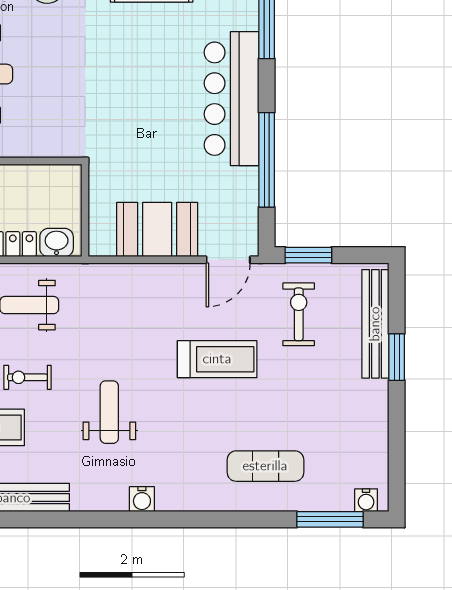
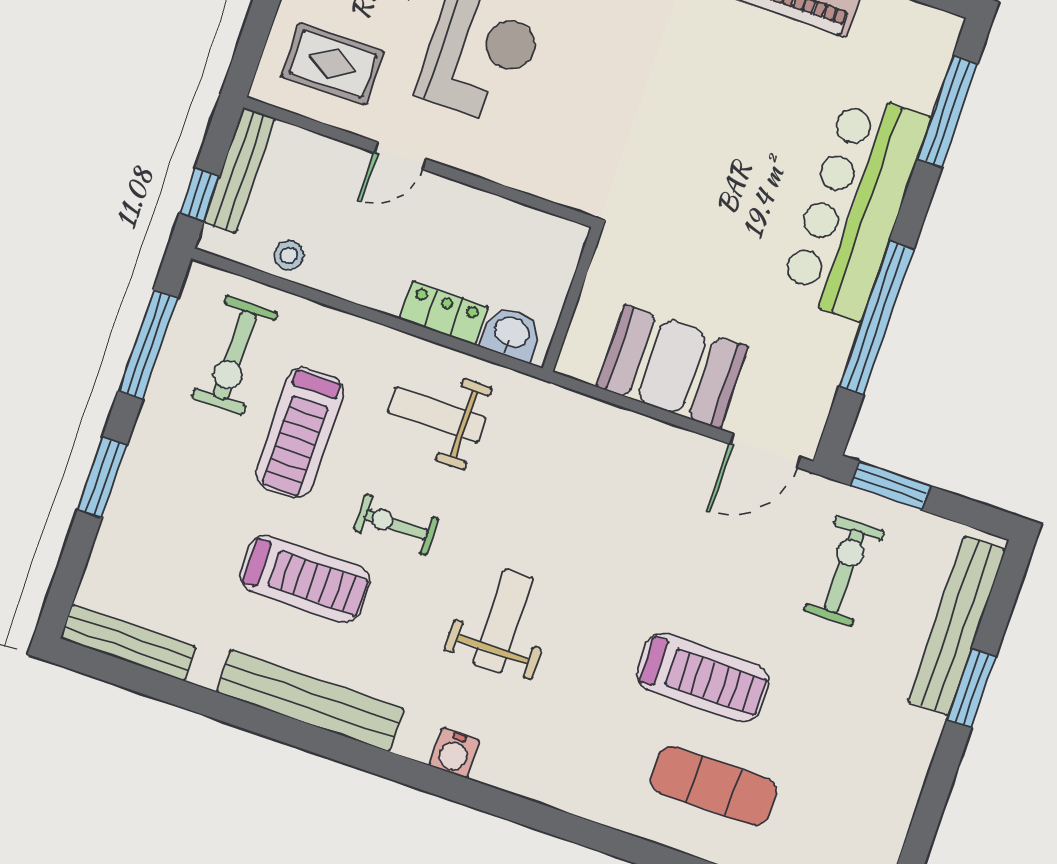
treadmill: (217, 359) -> (703, 678), moved
water cooler: (142, 499) -> (454, 753), moved

